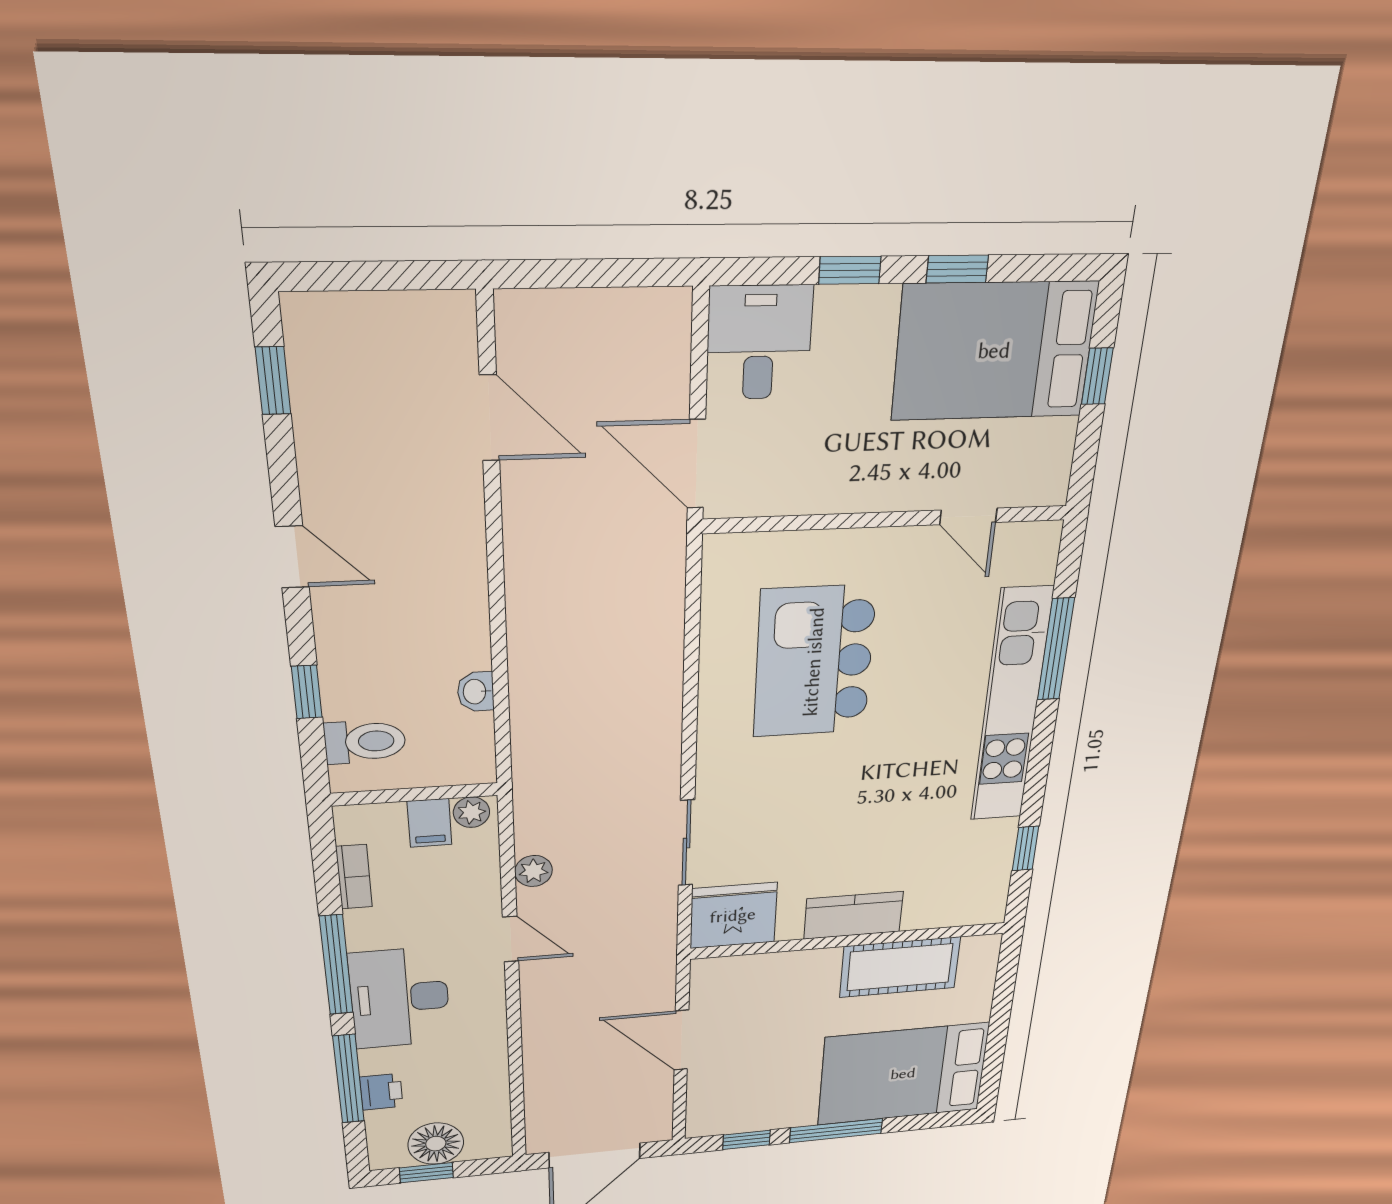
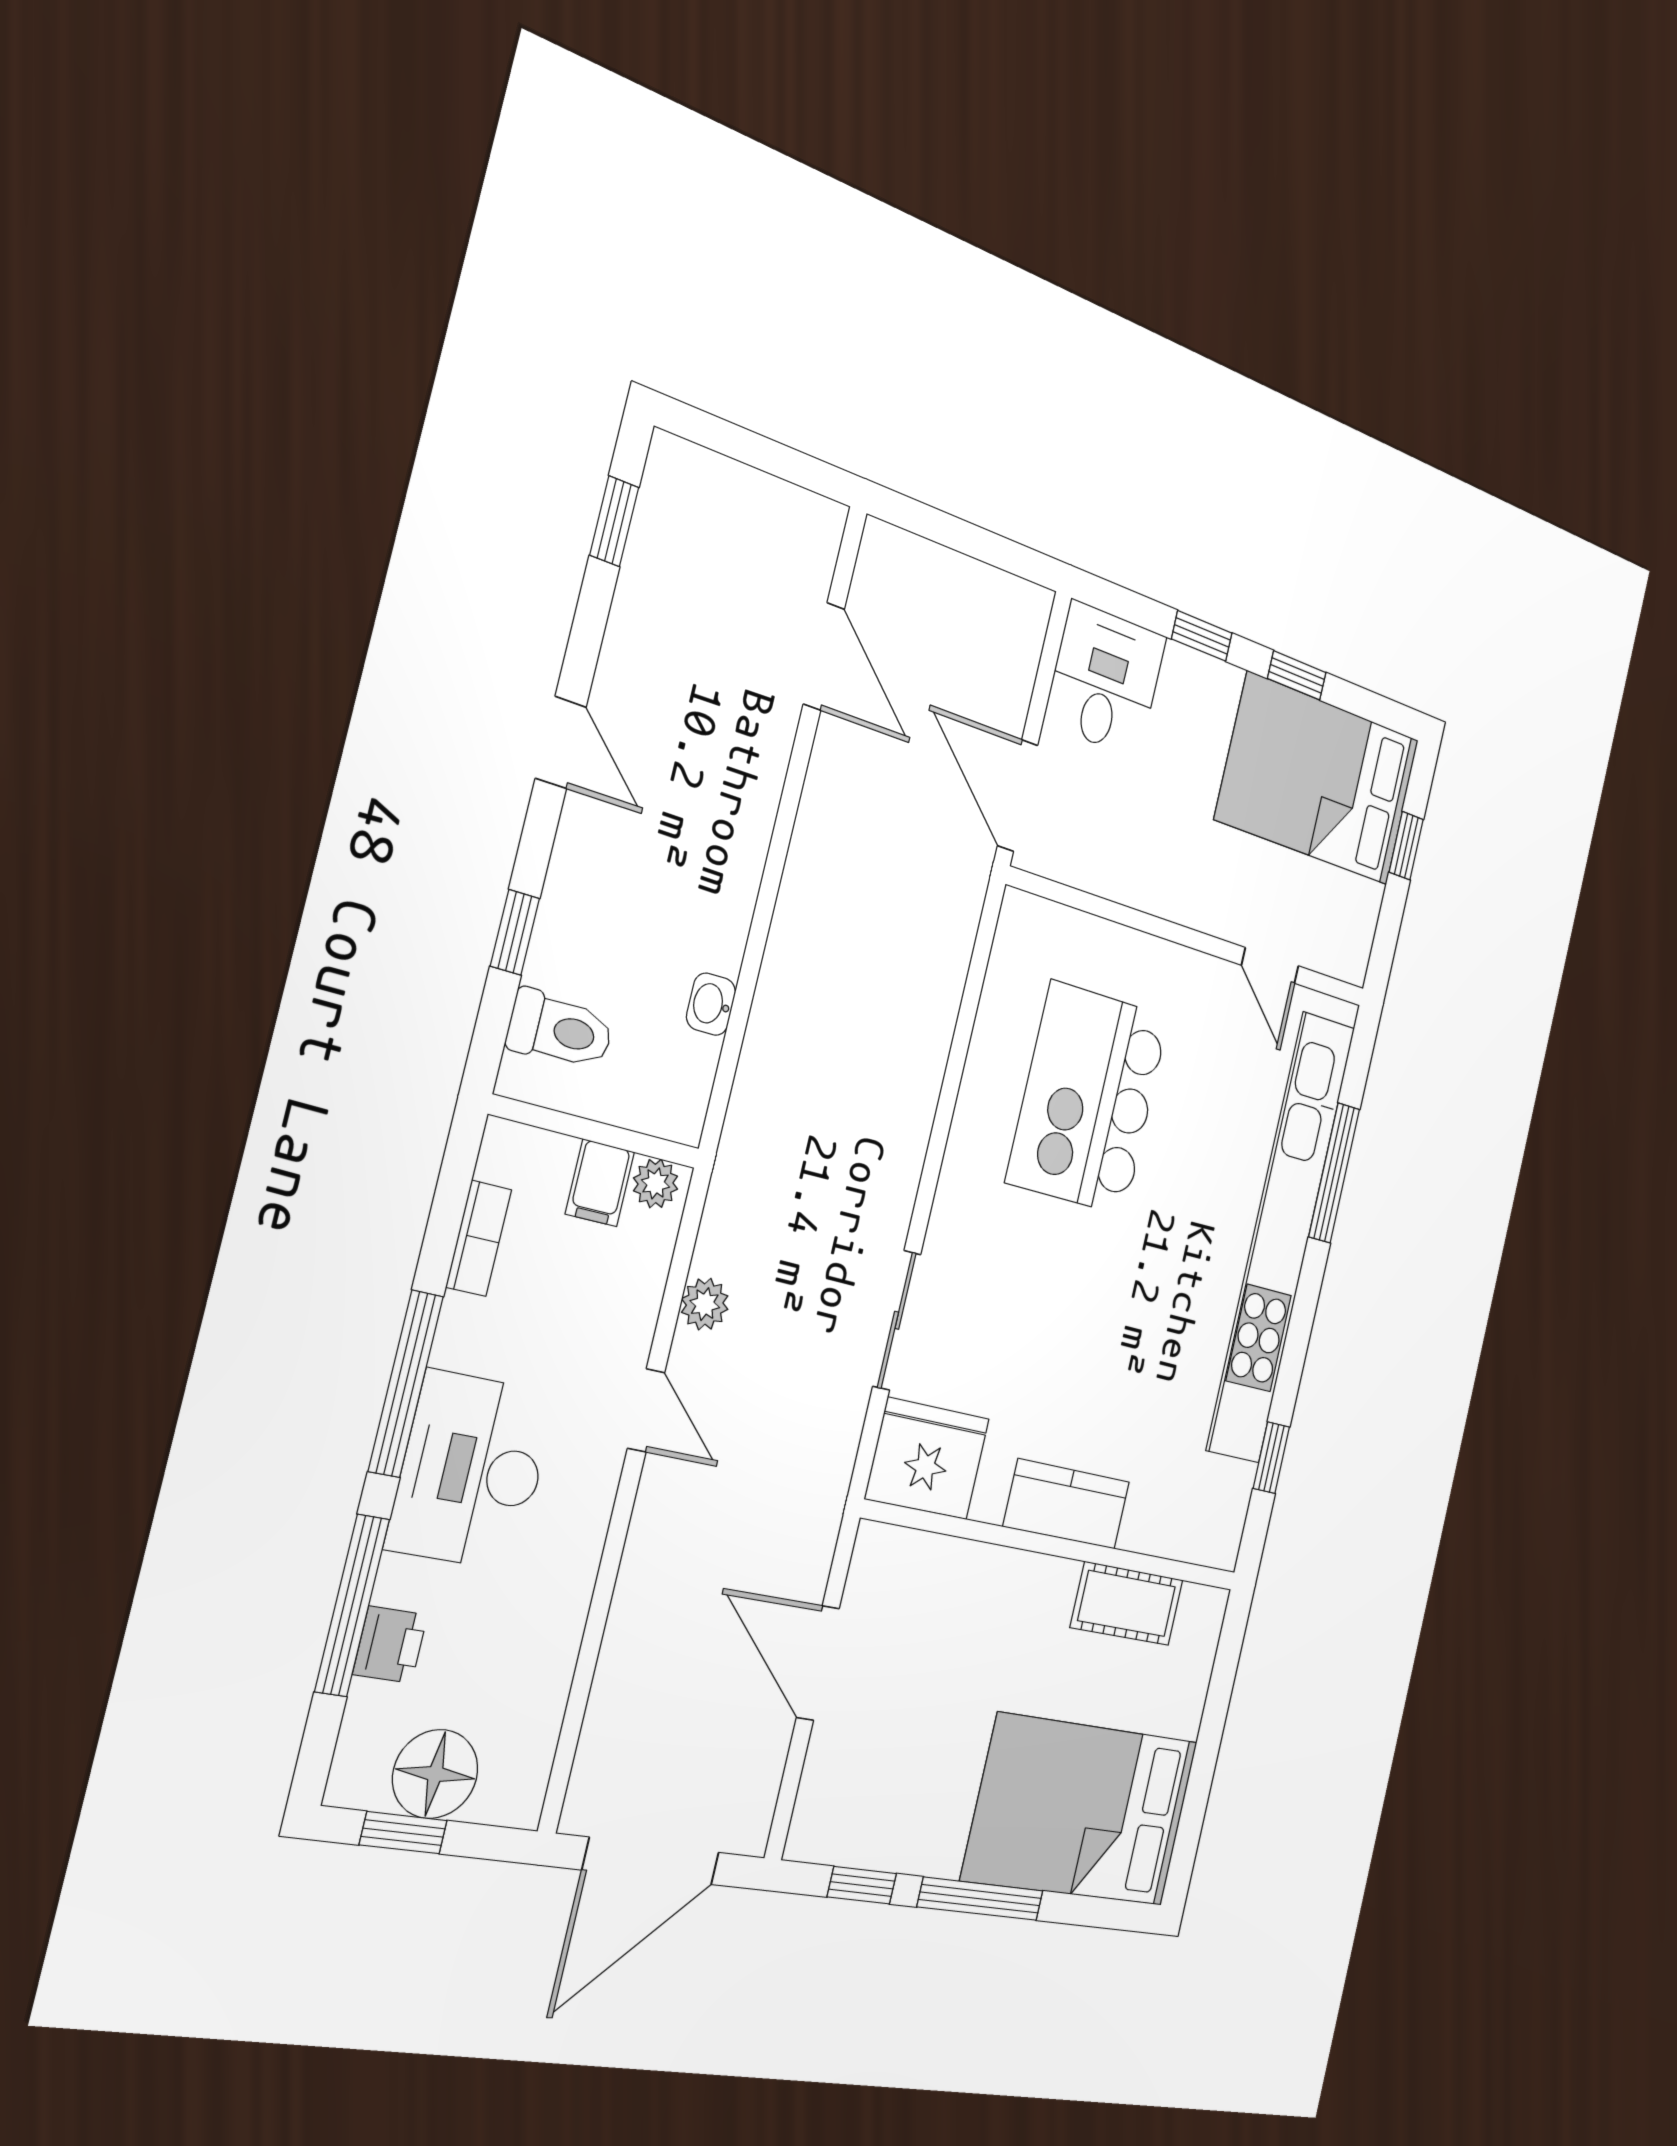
kitchen unit: (1011, 707) -> (1281, 1237), width x1.36
cot: (900, 967) -> (1127, 1604), width x0.73, depth x0.75

